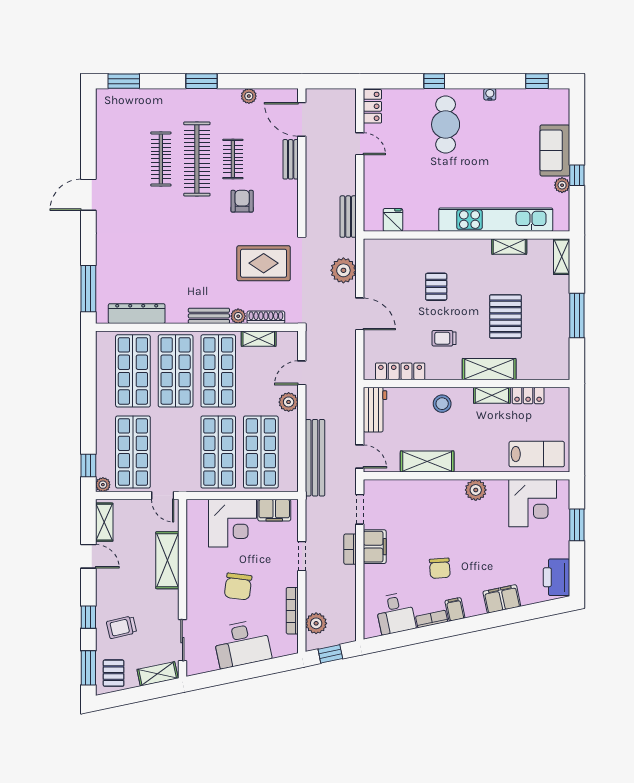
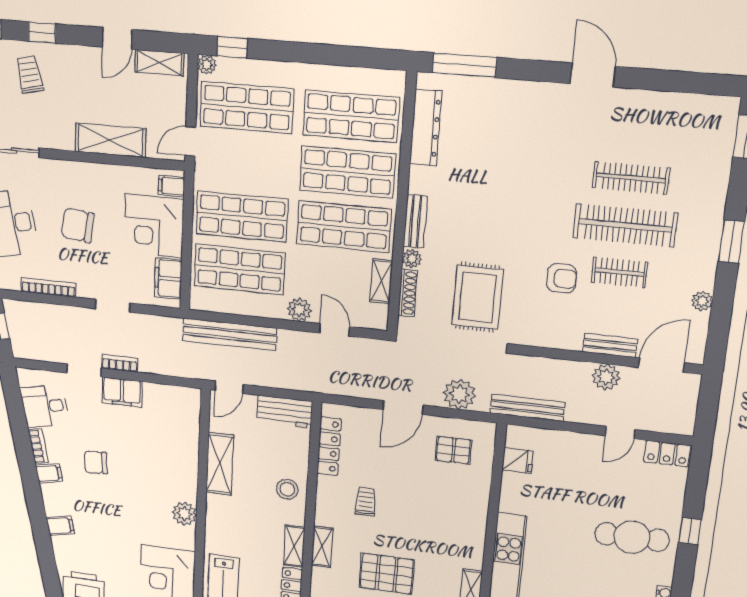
bench: (348, 217) -> (527, 408), width x1.36
pallet: (436, 287) -> (453, 450), moved
shelving: (489, 369) -> (322, 547), width x0.67, depth x0.75
doorway: (360, 509) -> (84, 370), moved
filing cabinet: (199, 510) -> (171, 186), added
filing cabinet: (502, 599) -> (60, 526), width x0.50
plant: (316, 623) -> (606, 377), moved

